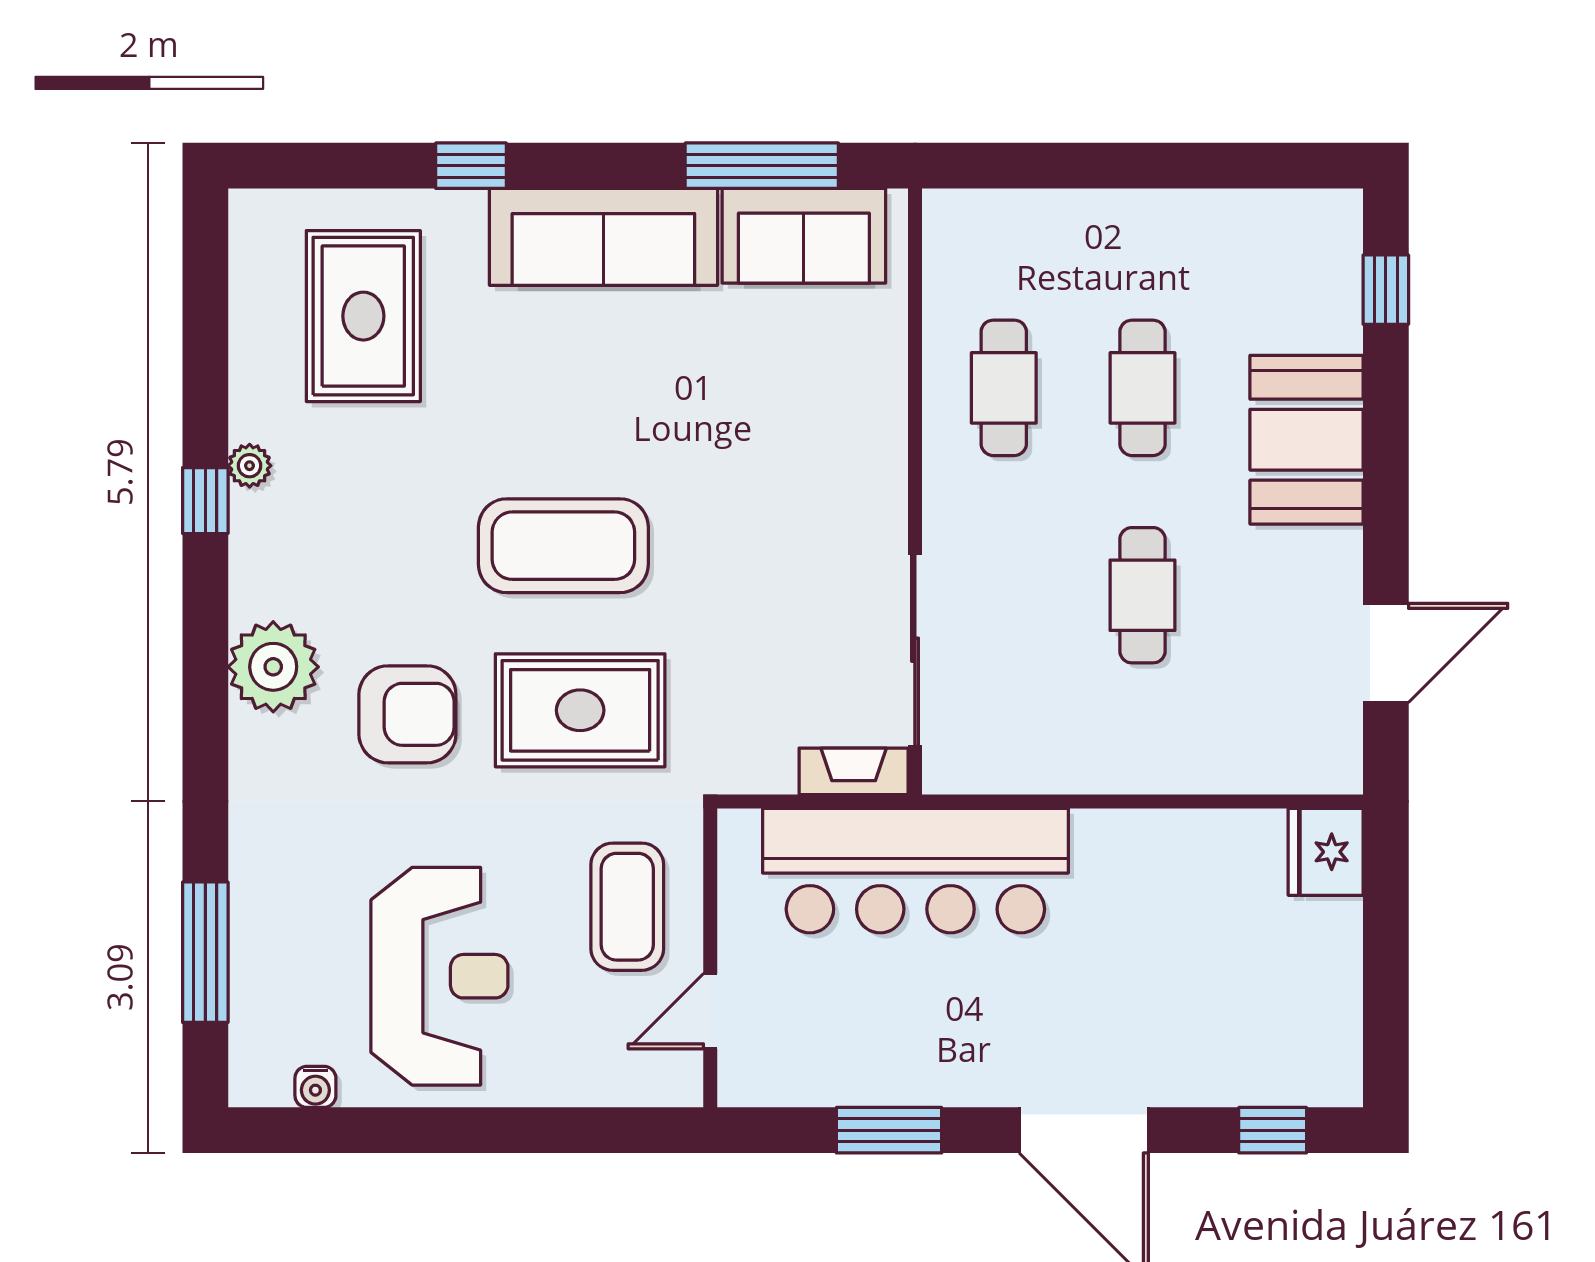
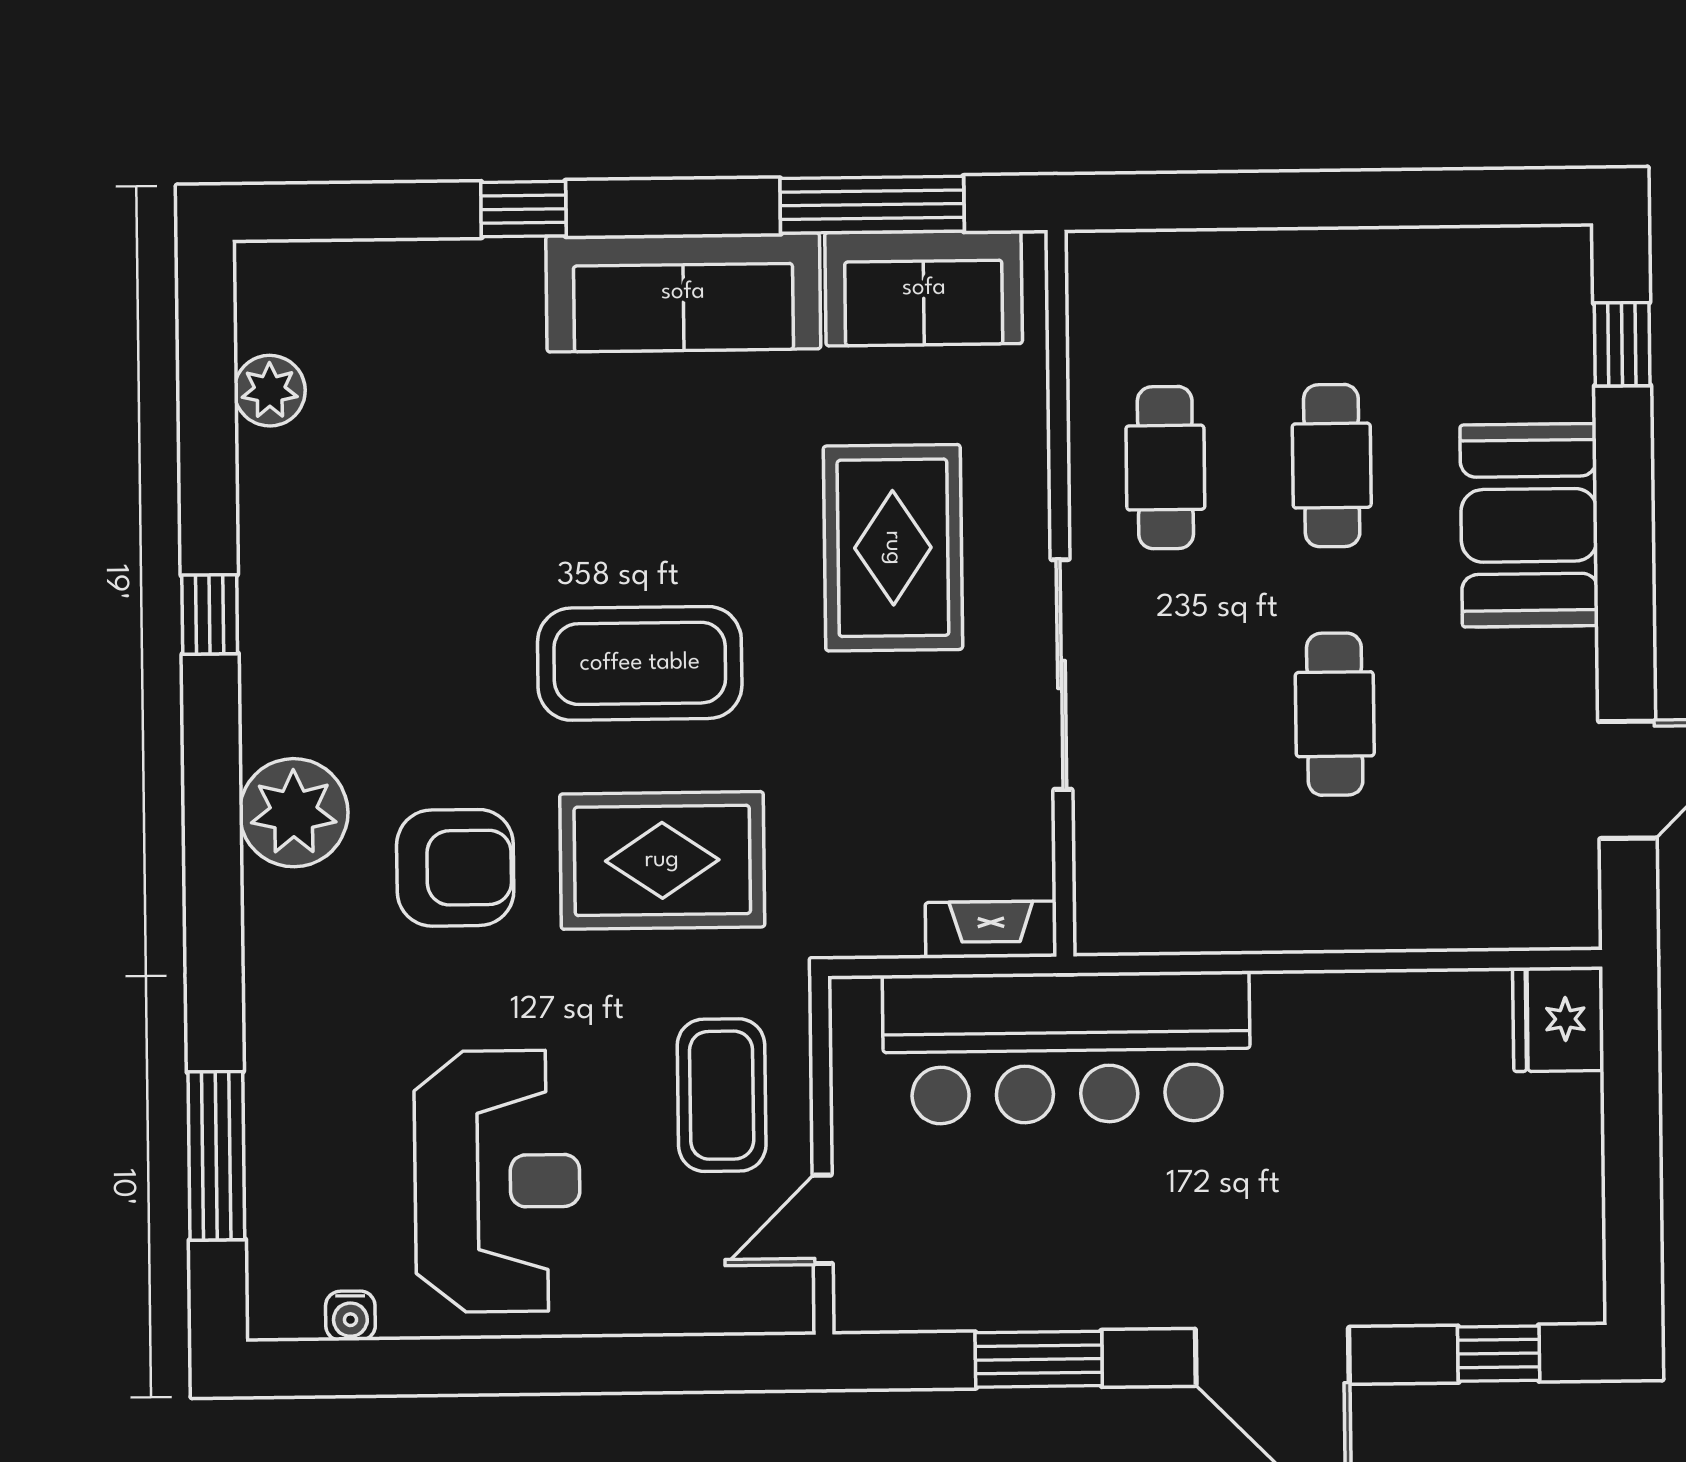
rug: (363, 316) -> (893, 548), moved
plant: (250, 466) -> (270, 391), moved, width x1.38, depth x1.38
sliding door: (915, 650) -> (1061, 674), moved

